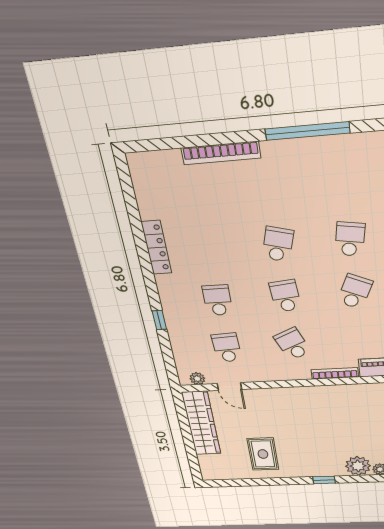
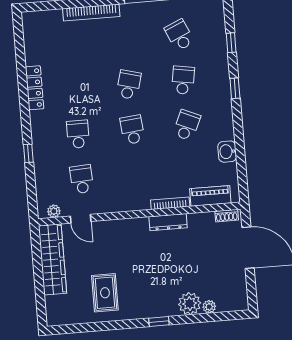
school desk: (292, 344) -> (179, 35), moved
dresser: (332, 392) -> (168, 222), added

